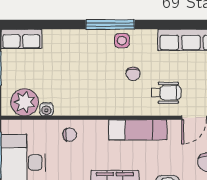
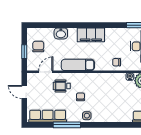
window: (110, 24) -> (67, 125), moved

